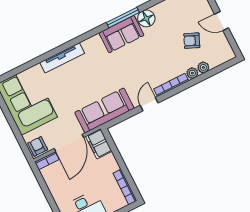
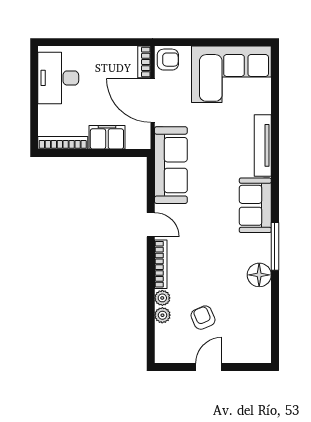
sofa: (121, 34) -> (255, 205), moved
armchair: (192, 41) -> (203, 318), turned -46
filing cabinet: (99, 144) -> (107, 137), moved

